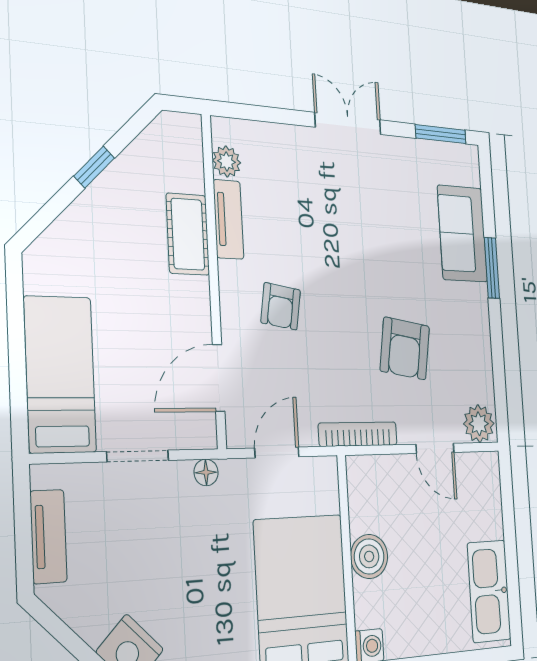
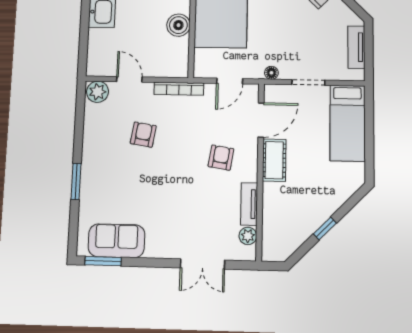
double door: (348, 123) -> (202, 264), moved
cot: (188, 234) -> (274, 160), moved
sofa: (462, 234) -> (116, 241), moved, turned -90
armchair: (405, 348) -> (143, 135), width x0.72, depth x0.72

